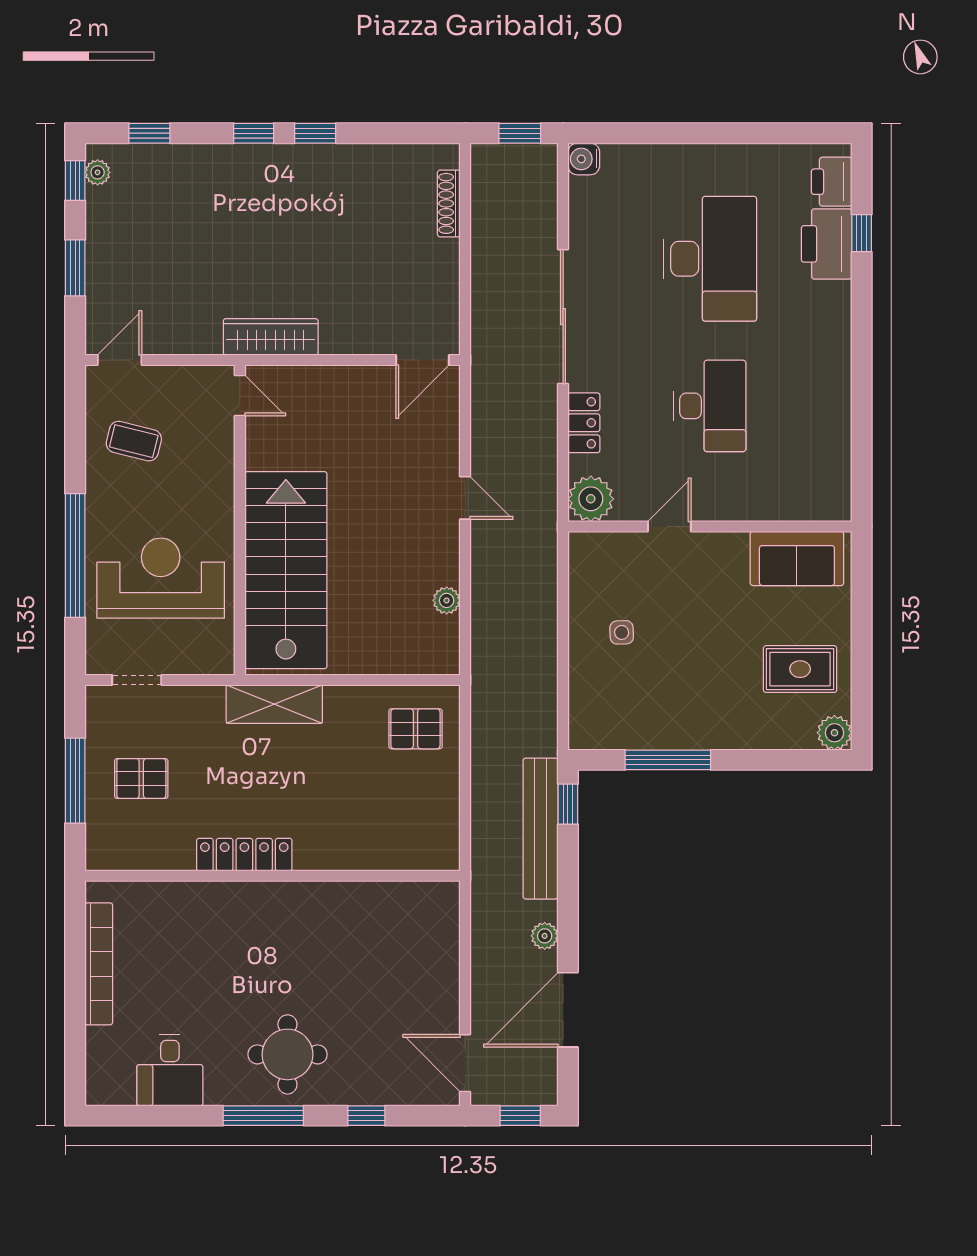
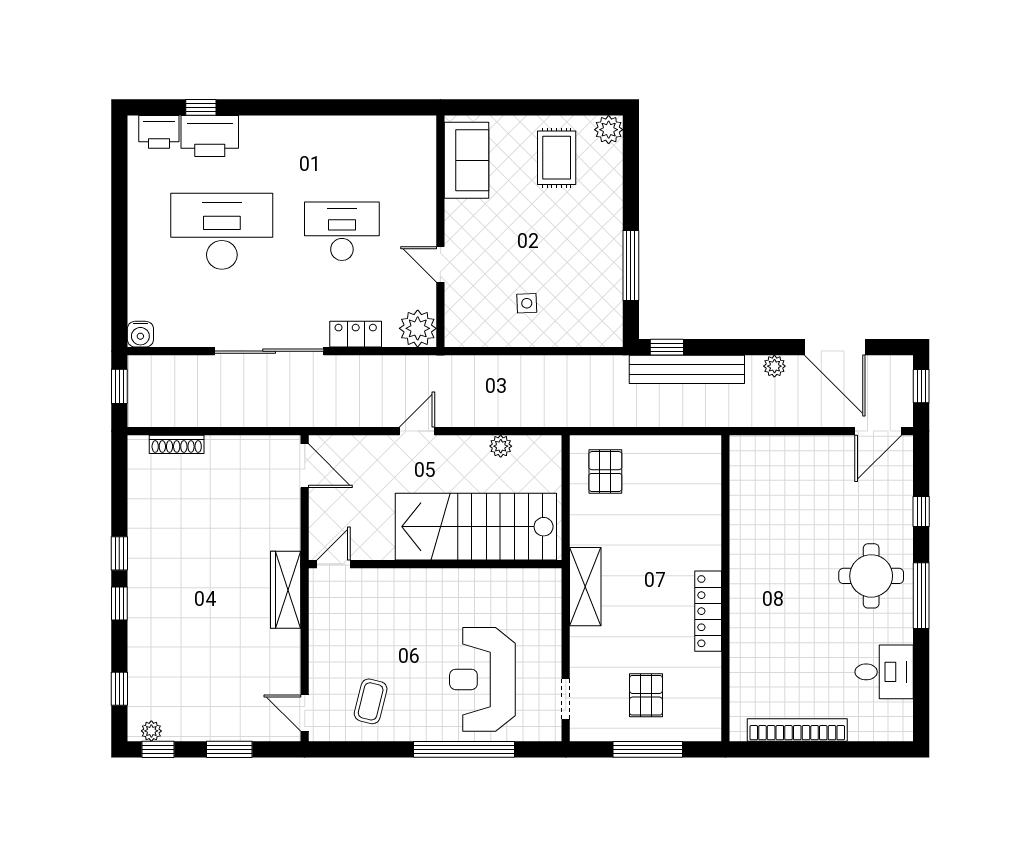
door: (240, 395) -> (333, 564), moved
wall: (240, 520) -> (435, 564), moved
stairs: (286, 570) -> (476, 527), moved

